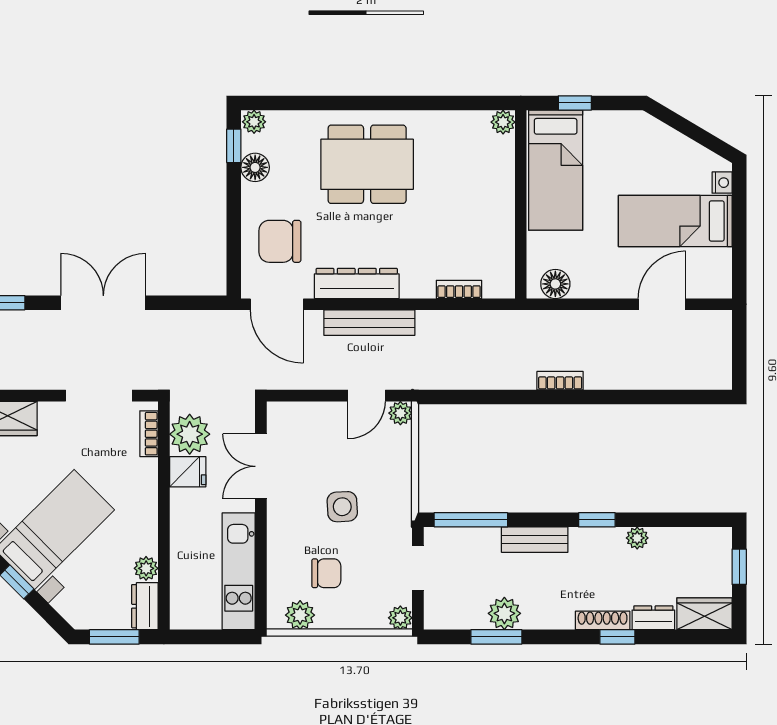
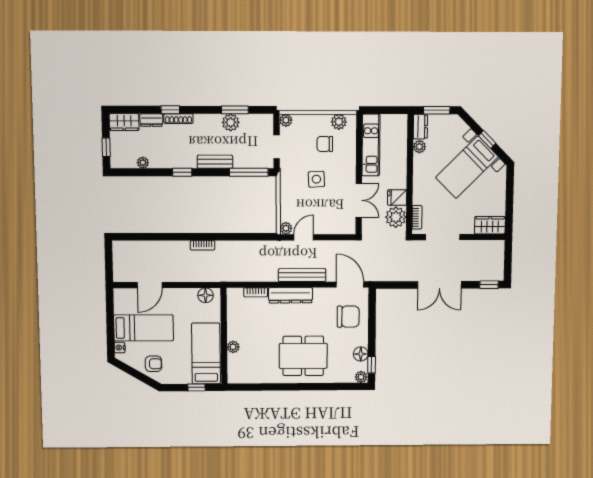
plant: (503, 122) -> (233, 347), moved
armchair: (657, 150) -> (153, 364), added
dresser: (357, 283) -> (291, 295), moved
plant: (637, 538) -> (143, 163), moved

